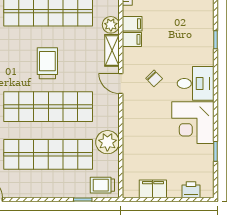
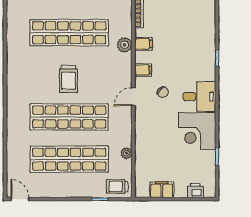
filing cabinet: (132, 39) -> (143, 70), moved
shelving: (112, 50) -> (126, 67), removed
trolley: (47, 63) -> (69, 79), turned 180
door: (121, 83) -> (133, 97), hinge flipped
plant: (107, 142) -> (126, 153), width x0.53, depth x0.53

